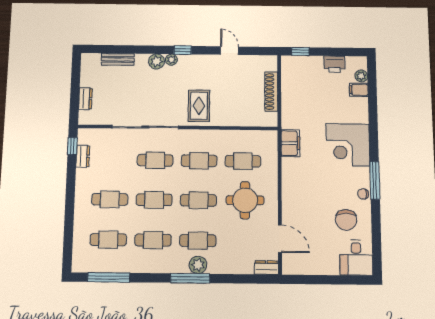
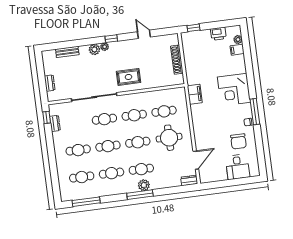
rug: (199, 106) -> (128, 77), turned 90
door: (280, 239) -> (196, 160), hinge flipped
desk: (356, 258) -> (238, 167), moved

